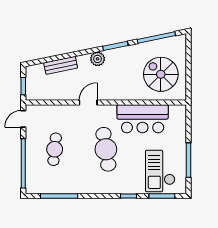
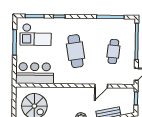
door: (88, 102) -> (101, 86), moved
bar counter: (143, 119) -> (35, 73), moved
checkout: (160, 171) -> (36, 35), turned 90

